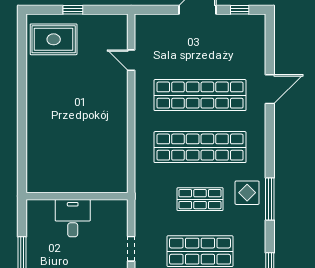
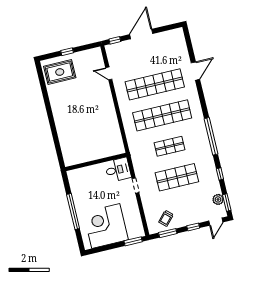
window: (240, 10) -> (115, 40), moved
display table: (247, 193) -> (197, 136), removed
window: (270, 199) -> (211, 136), width x1.46
desk: (73, 218) -> (118, 170), moved, turned 90

